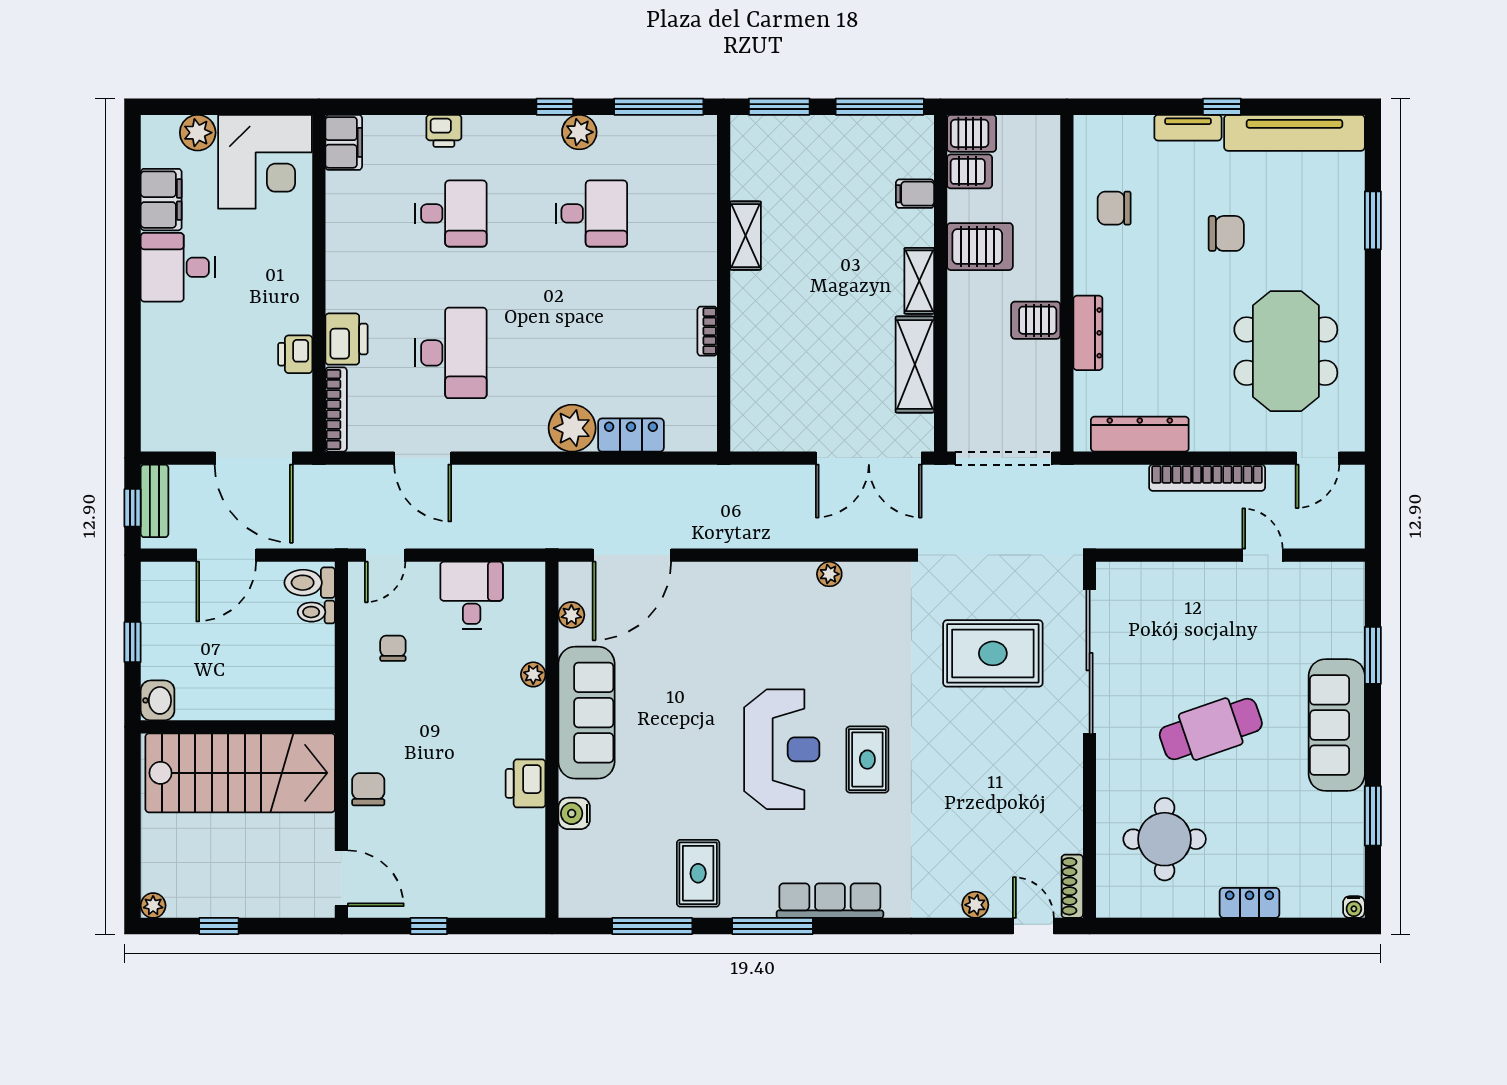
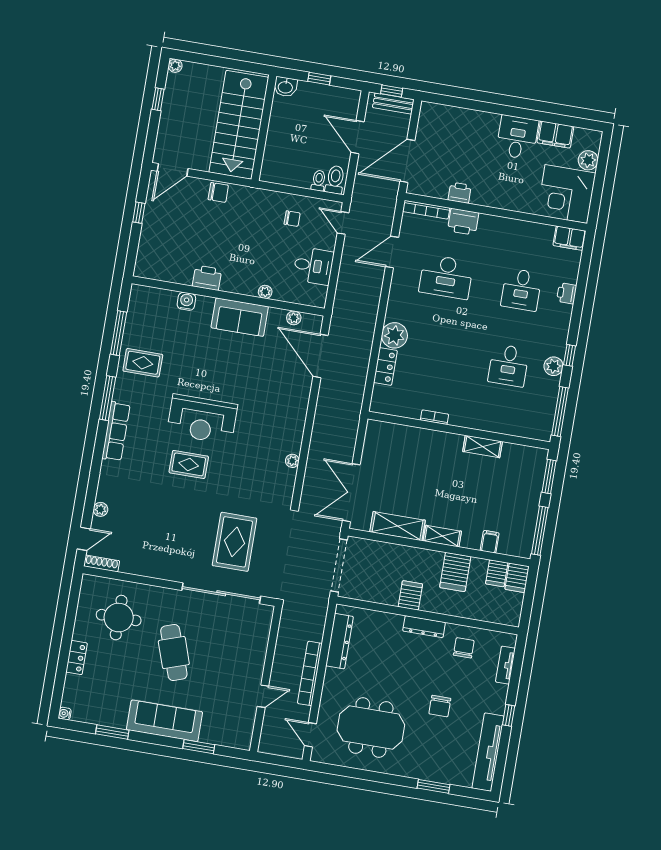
tv unit: (1188, 128) -> (505, 665), moved
dresser: (1088, 333) -> (424, 627), moved
sofa: (586, 713) -> (240, 317), width x0.73

